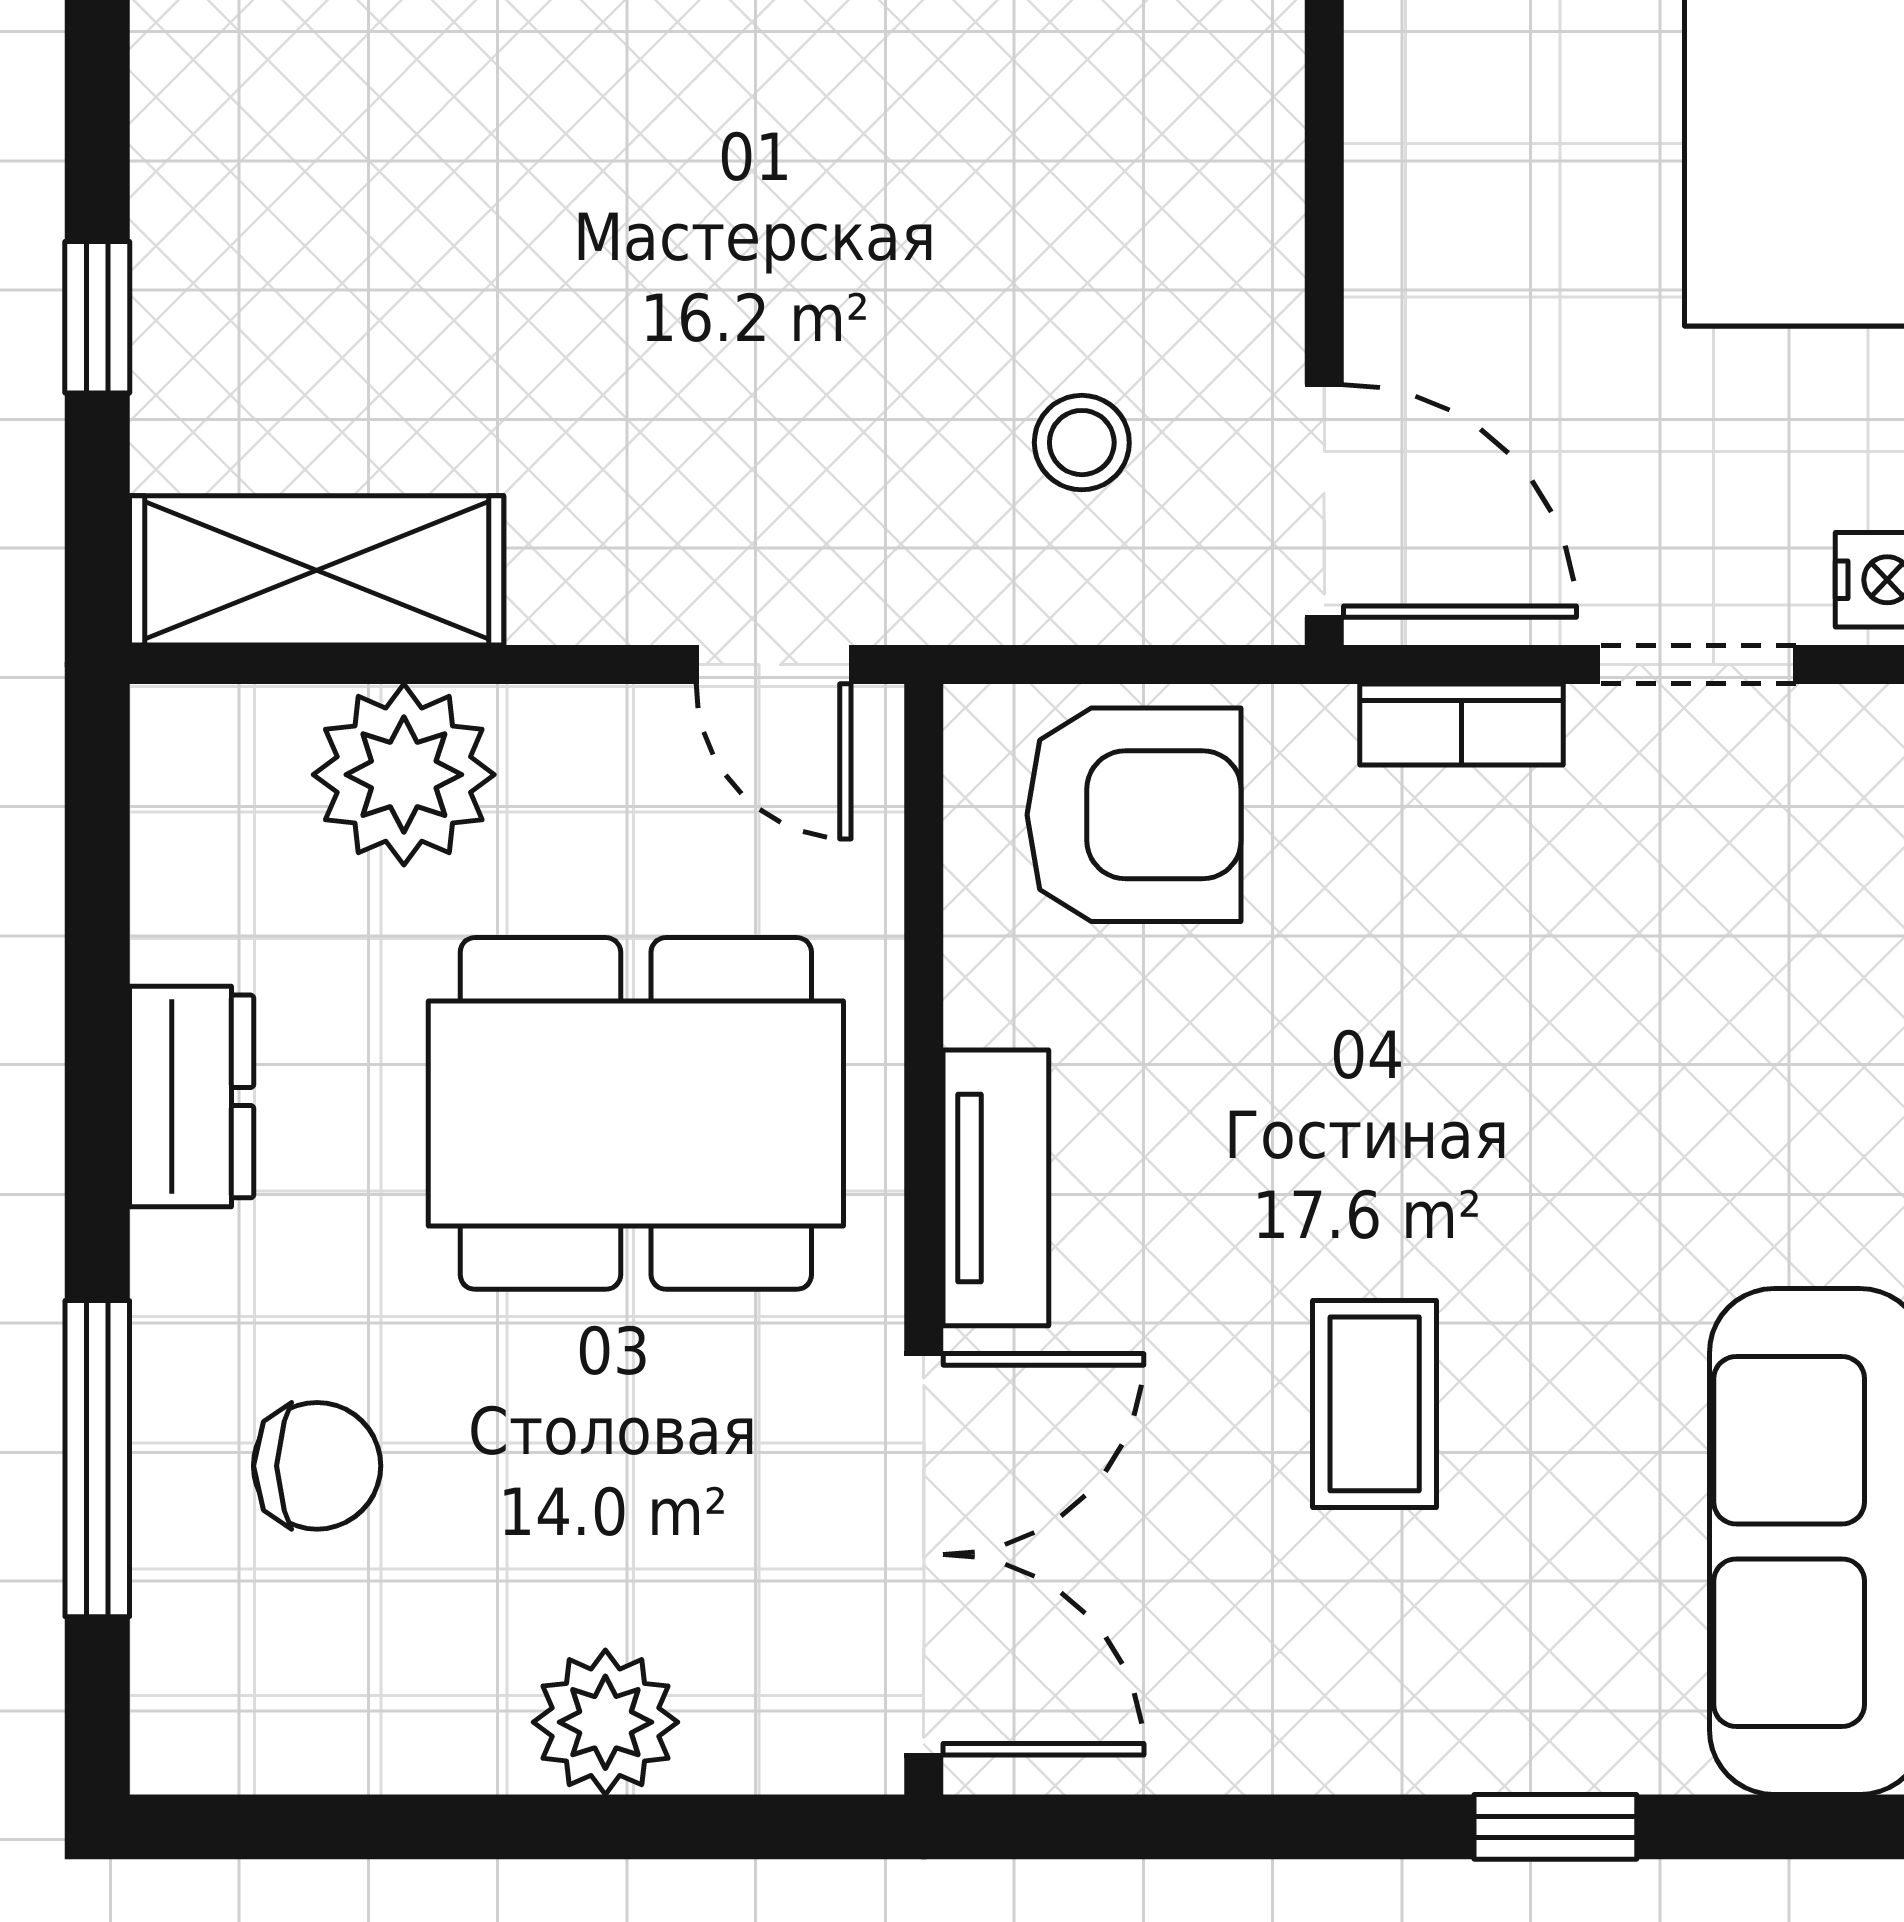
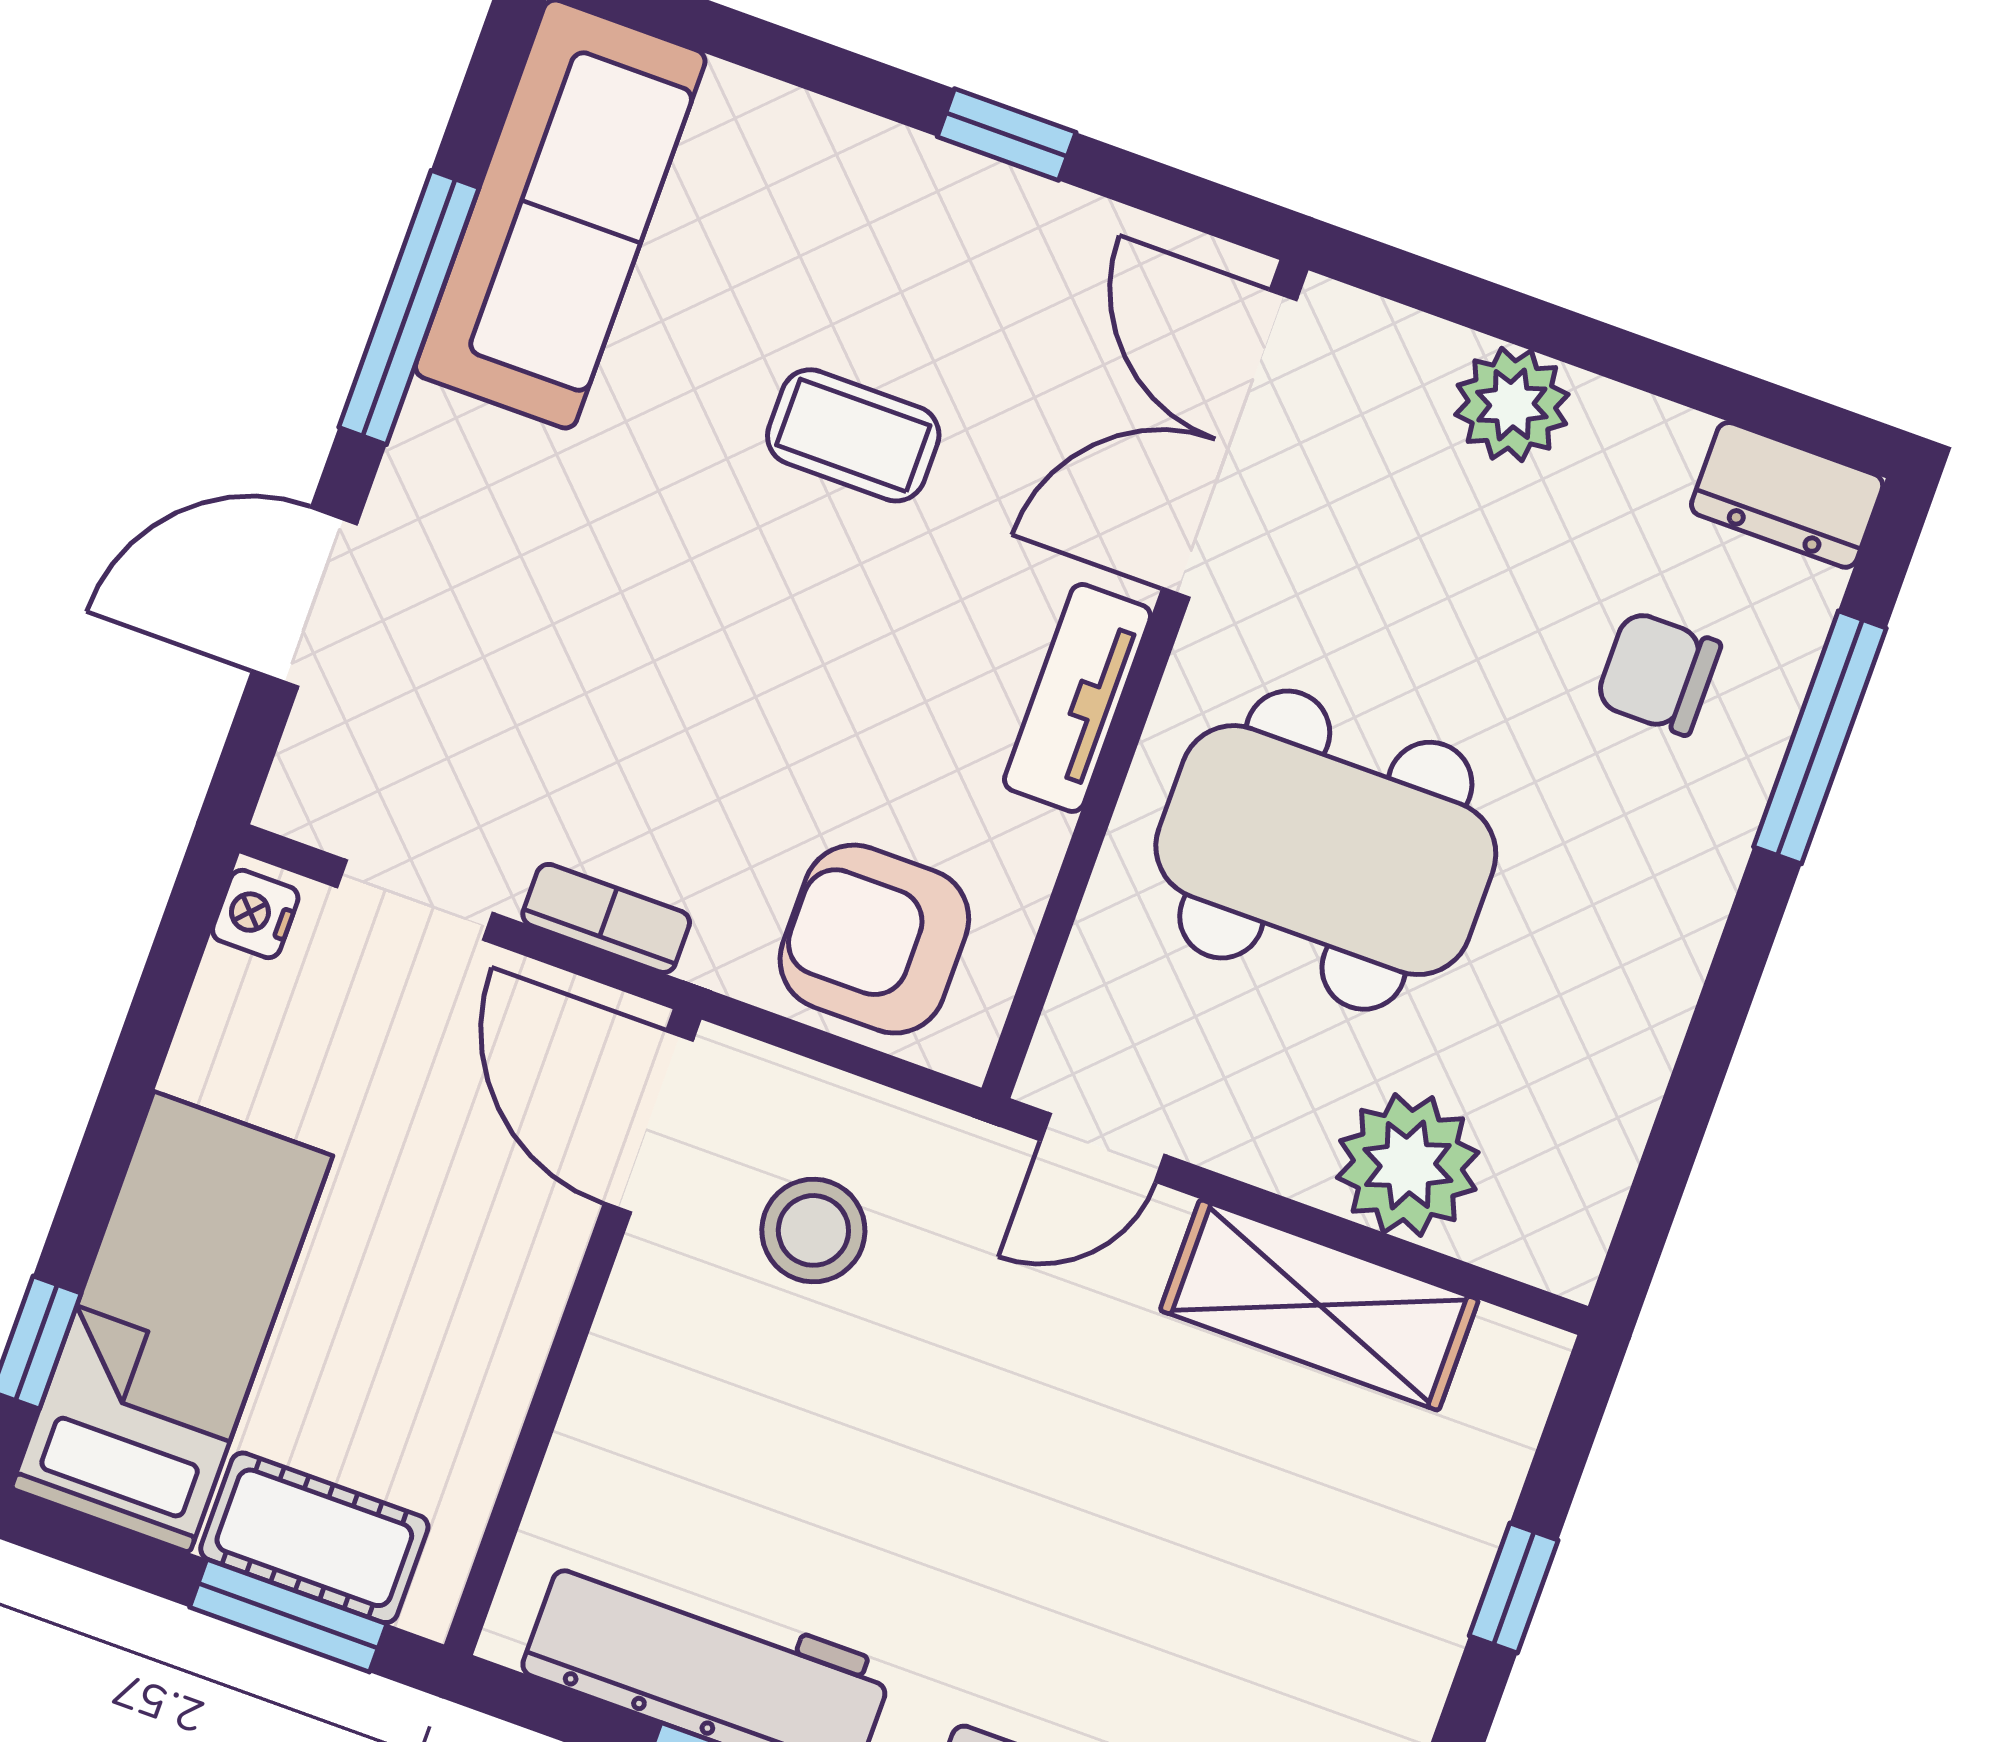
stool: (1082, 443) -> (813, 1230), width x1.37, depth x1.37
shelving: (317, 570) -> (1319, 1305), moved
door: (774, 665) -> (1103, 1148), swing flipped
dresser: (192, 1096) -> (1787, 495), moved, turned -90
coffee table: (1375, 1404) -> (853, 435), turned 90
window: (1555, 1827) -> (1007, 134), moved

